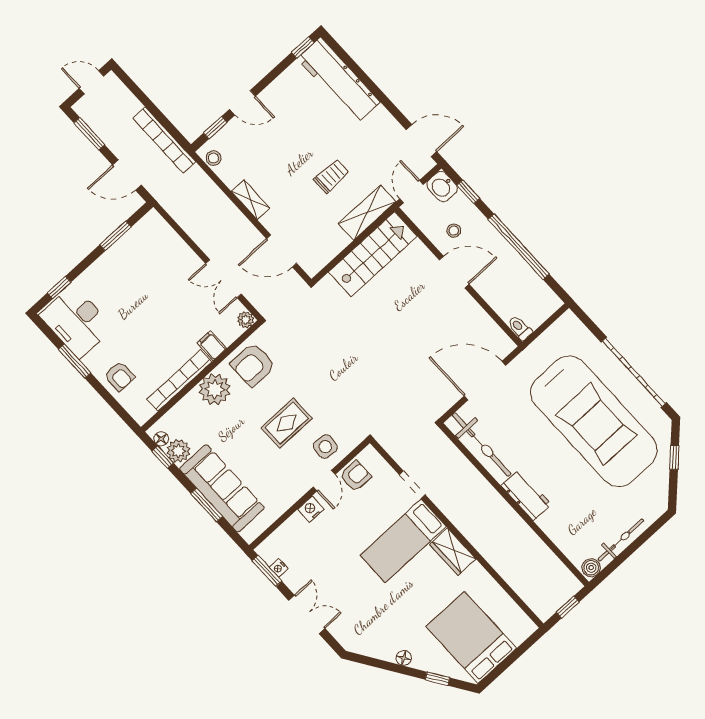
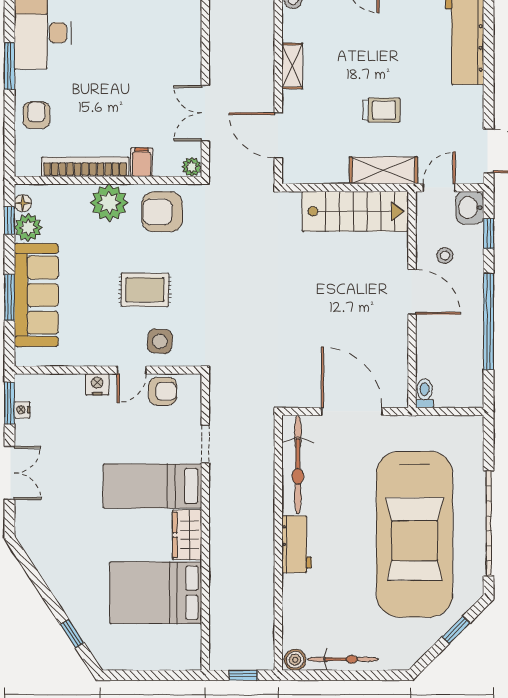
armchair: (120, 376) -> (36, 115), turned 180
bed: (471, 637) -> (156, 593), moved, turned -90
floor lamp: (404, 658) -> (59, 589), removed

